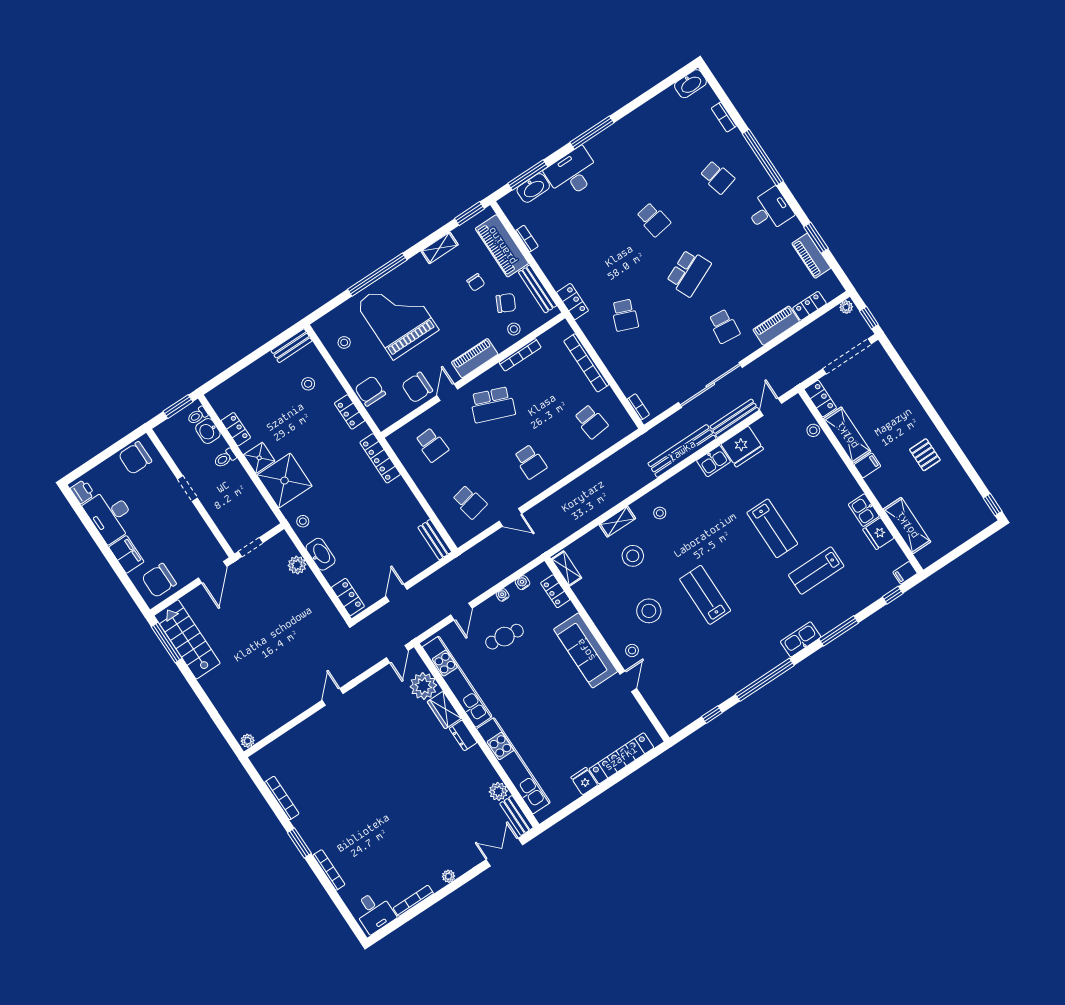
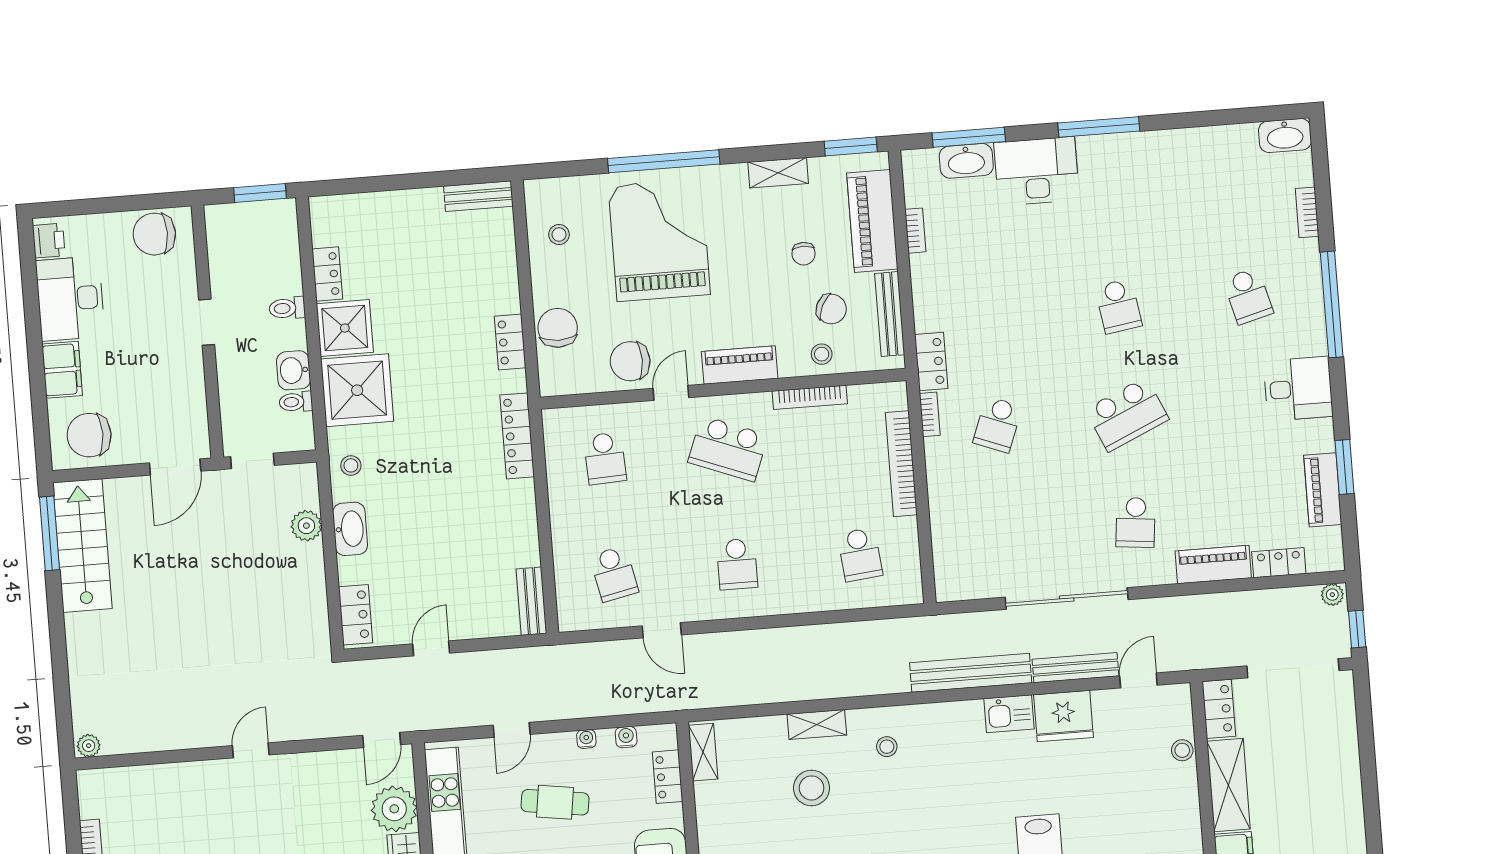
stool: (308, 384) -> (472, 266), removed
bookcase: (638, 407) -> (930, 414), moved
toilet: (198, 415) -> (296, 402), moved
washbasin: (208, 431) -> (293, 370), moved
shower: (259, 458) -> (345, 328), width x1.36, depth x1.36

